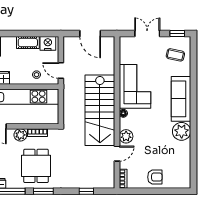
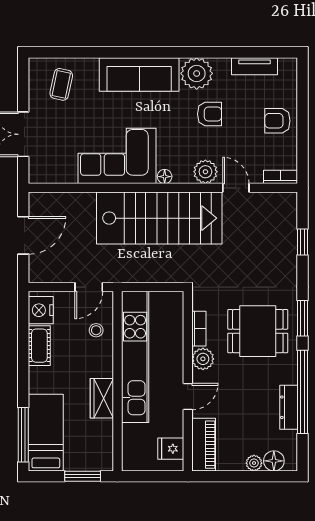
window: (177, 34) -> (23, 81), removed
armchair: (159, 139) -> (210, 114), added
tv unit: (186, 164) -> (254, 66), added
armchair: (155, 177) -> (277, 121), turned -90

